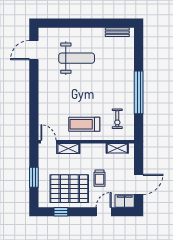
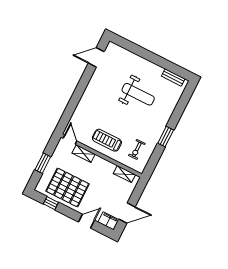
weight bench: (77, 58) -> (138, 94), moved
window: (139, 92) -> (166, 137), width x0.47
trolley: (100, 178) -> (97, 191), removed

